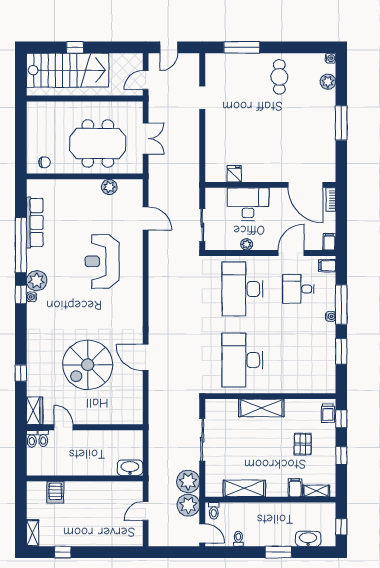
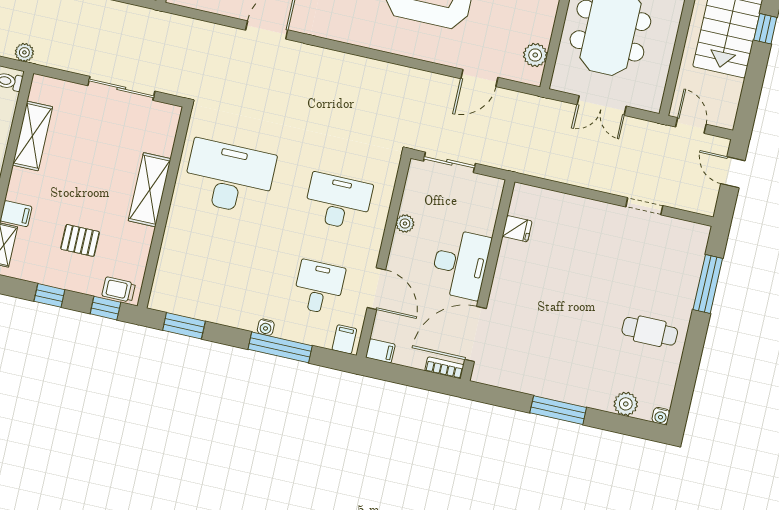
plant: (109, 187) -> (535, 55), moved
desk: (248, 204) -> (460, 264), moved
desk: (242, 289) -> (338, 202), width x0.73, depth x0.77
window: (341, 351) -> (184, 326), moved
plant: (188, 481) -> (62, 52), removed
plant: (188, 505) -> (24, 52), width x0.53, depth x0.53

